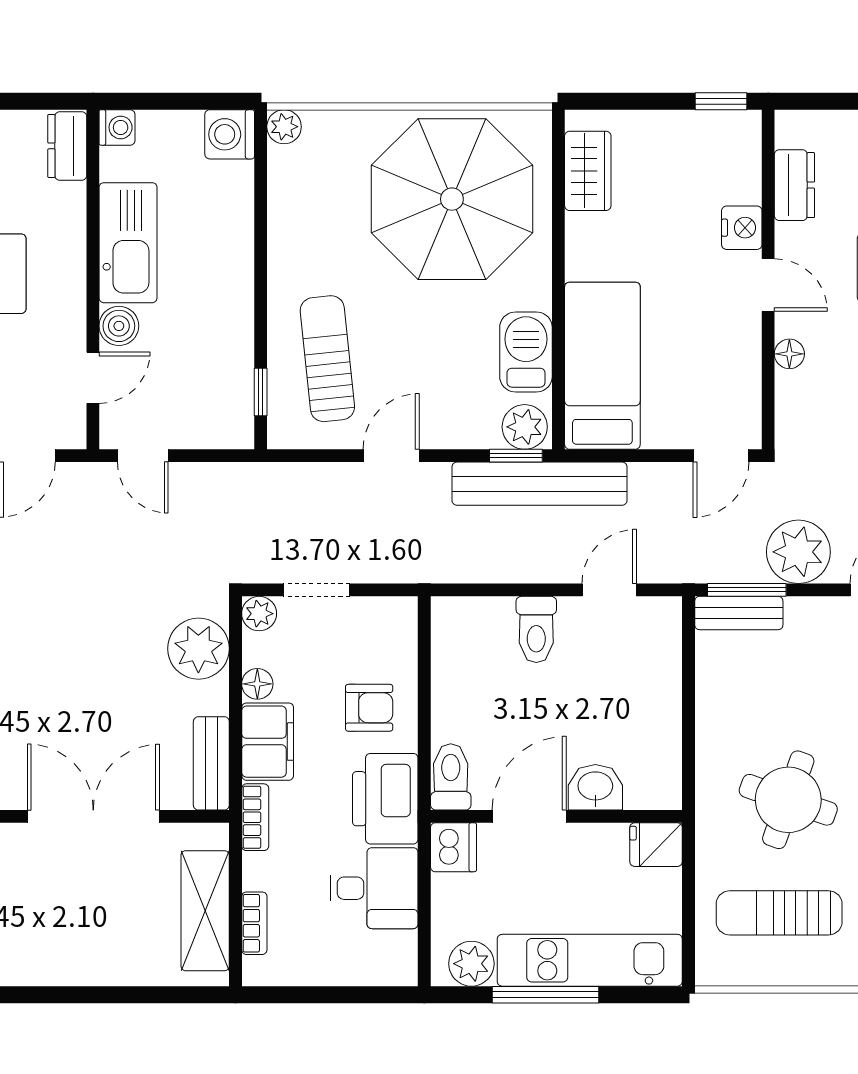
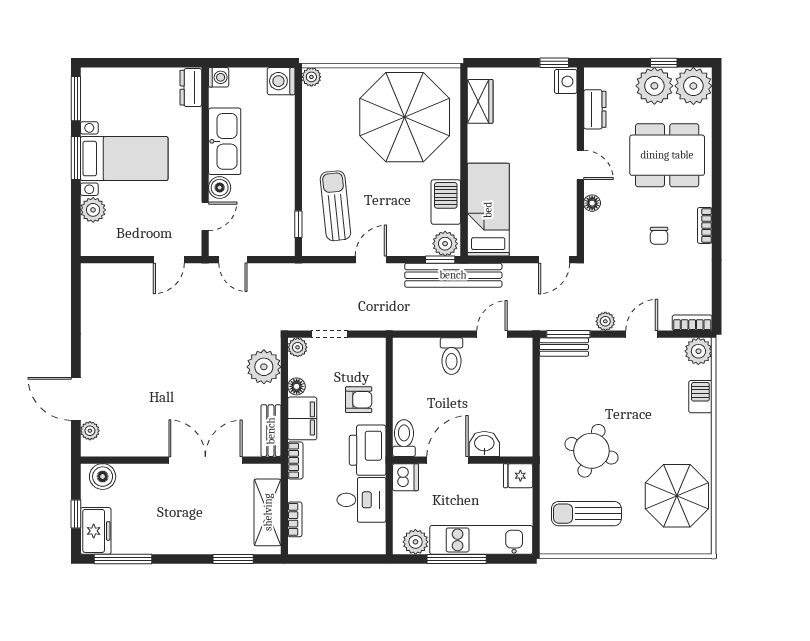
nightstand: (742, 228) -> (566, 81), moved
plant: (798, 552) -> (605, 321), width x0.53, depth x0.53
window: (143, 995) -> (233, 559), added

